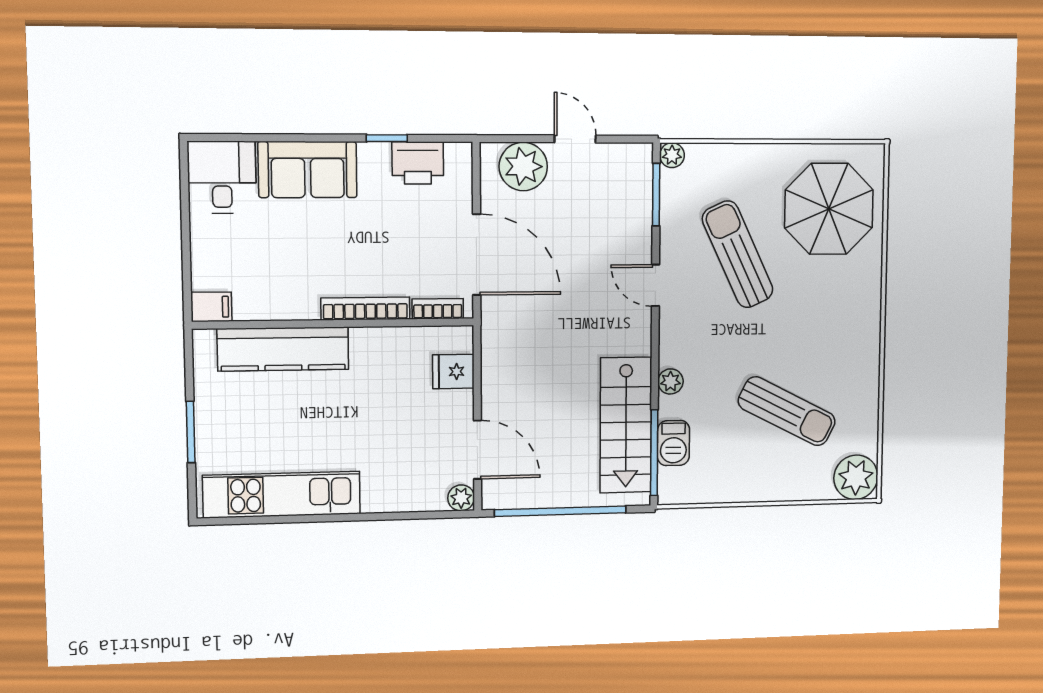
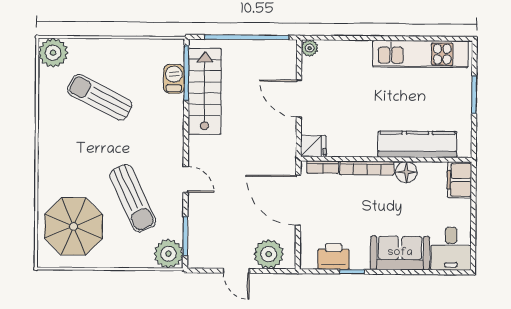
plant: (672, 155) -> (168, 254), width x1.88, depth x1.88
floor lamp: (300, 303) -> (406, 172), added
filing cabinet: (211, 307) -> (459, 180), width x2.00
fridge: (453, 372) -> (313, 146), moved
plant: (671, 381) -> (176, 118), removed
door: (477, 450) -> (299, 99), moved

